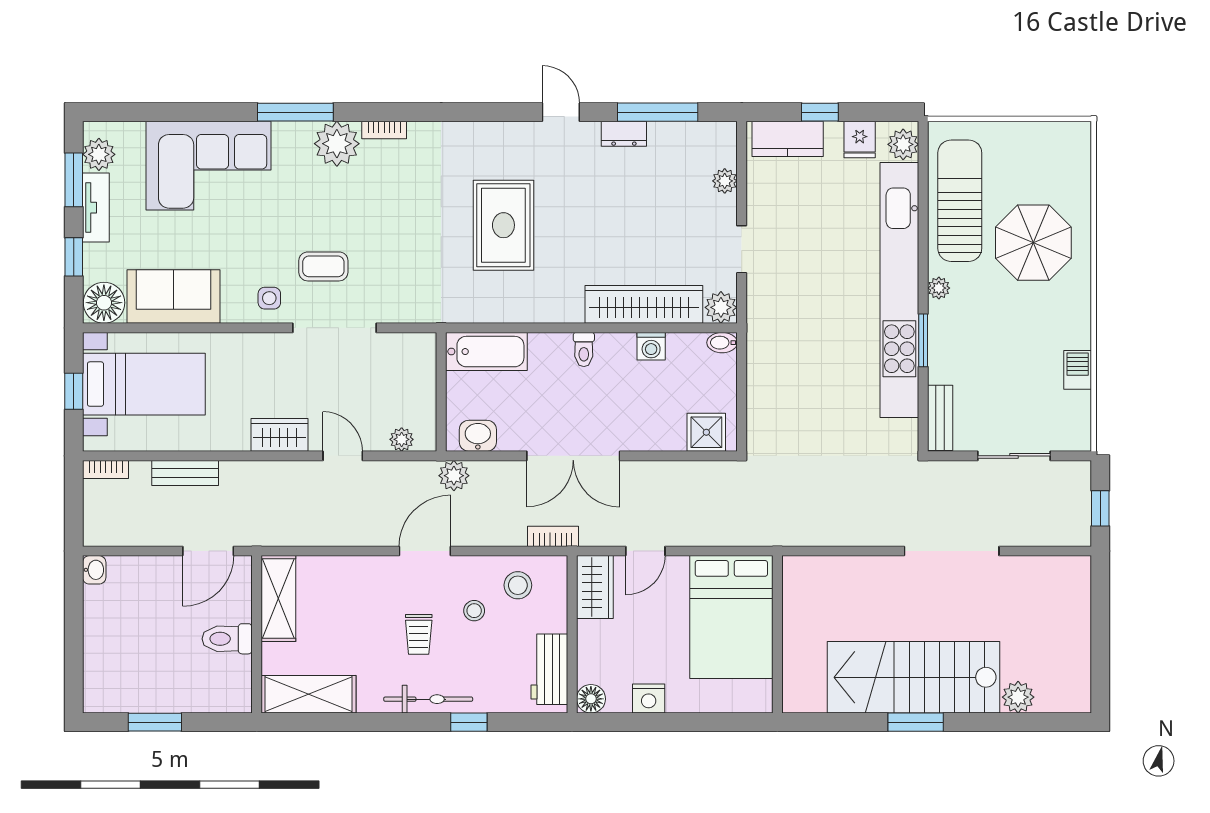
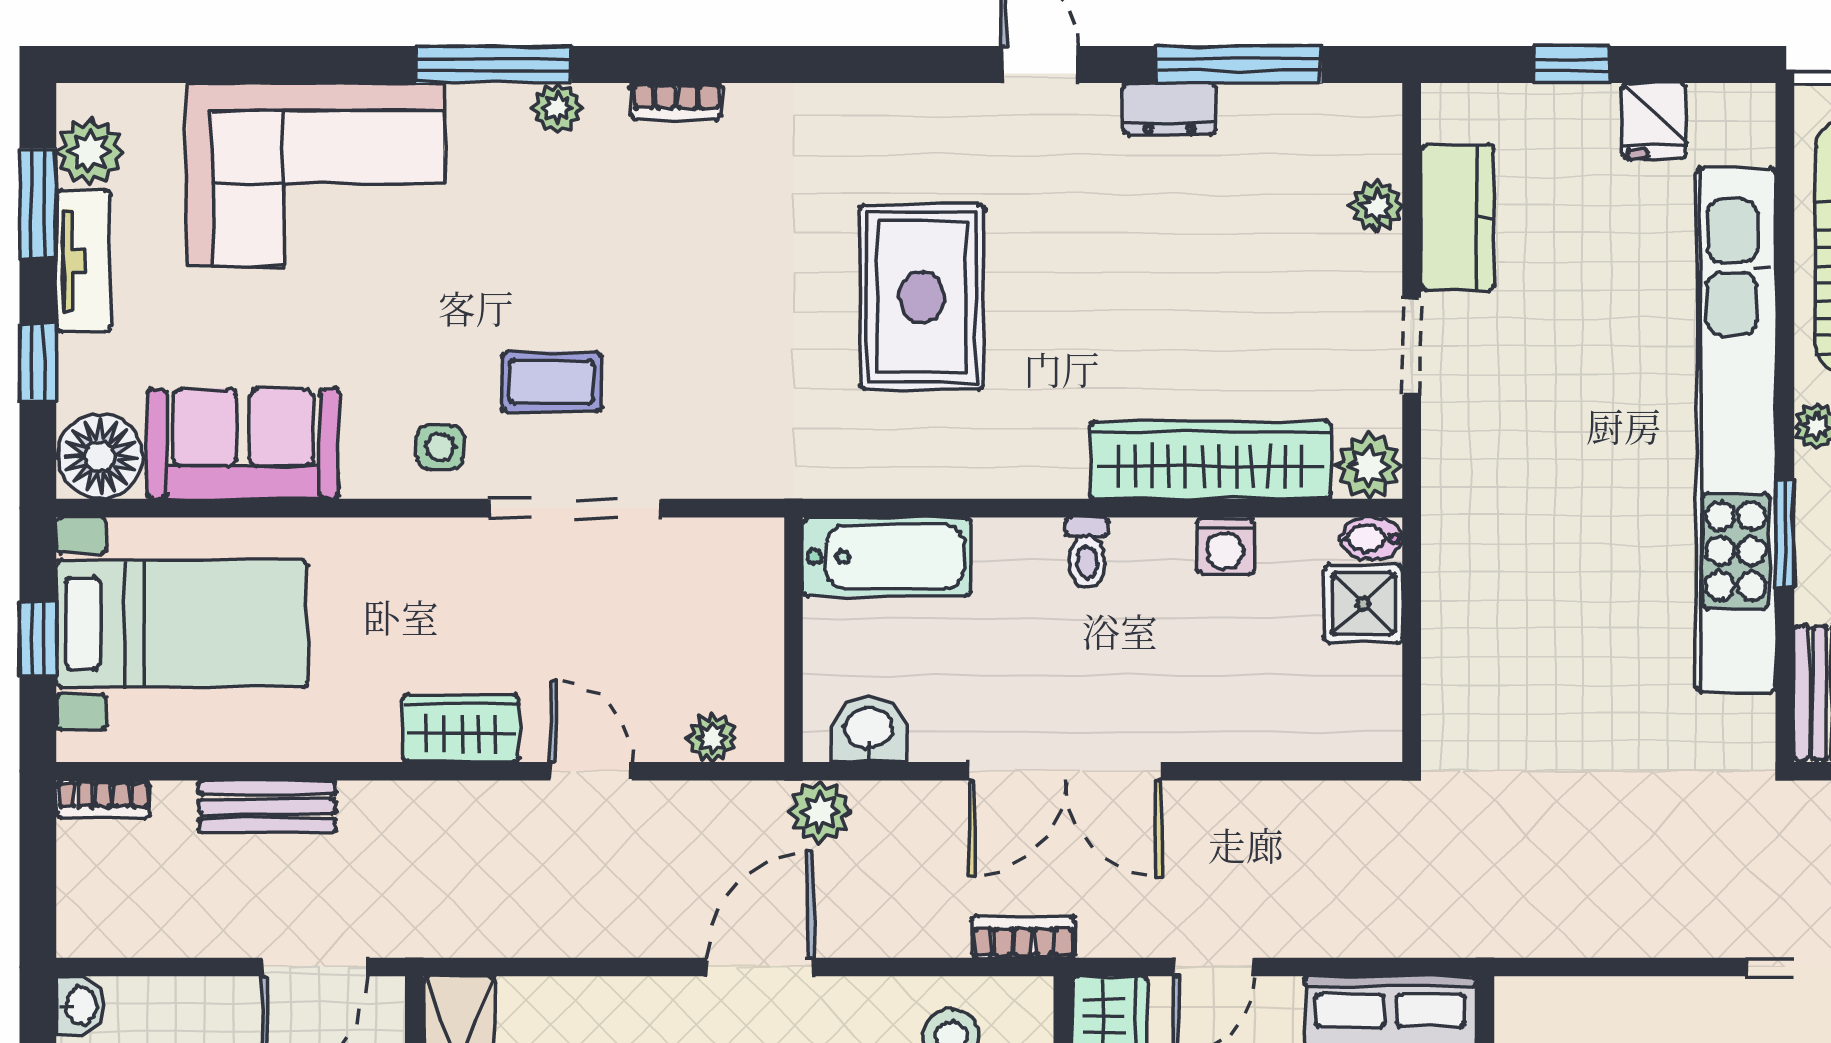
kitchen counter: (788, 139) -> (1457, 218), moved, turned -90
plant: (337, 144) -> (557, 108), width x0.53, depth x0.53
plant: (903, 144) -> (1744, 131), removed
shower: (706, 432) -> (1363, 604), moved

